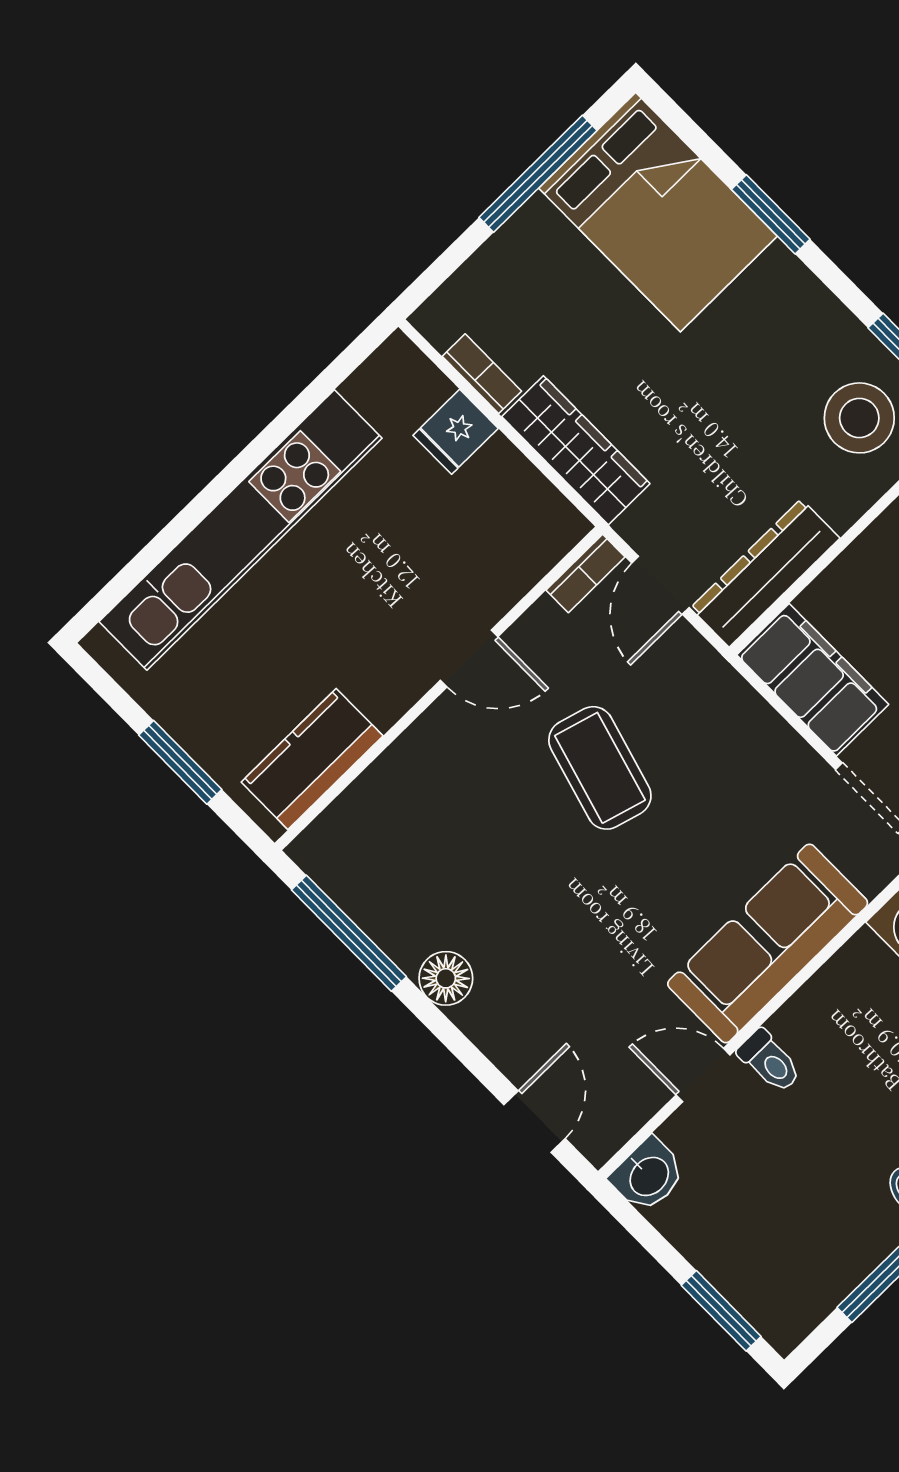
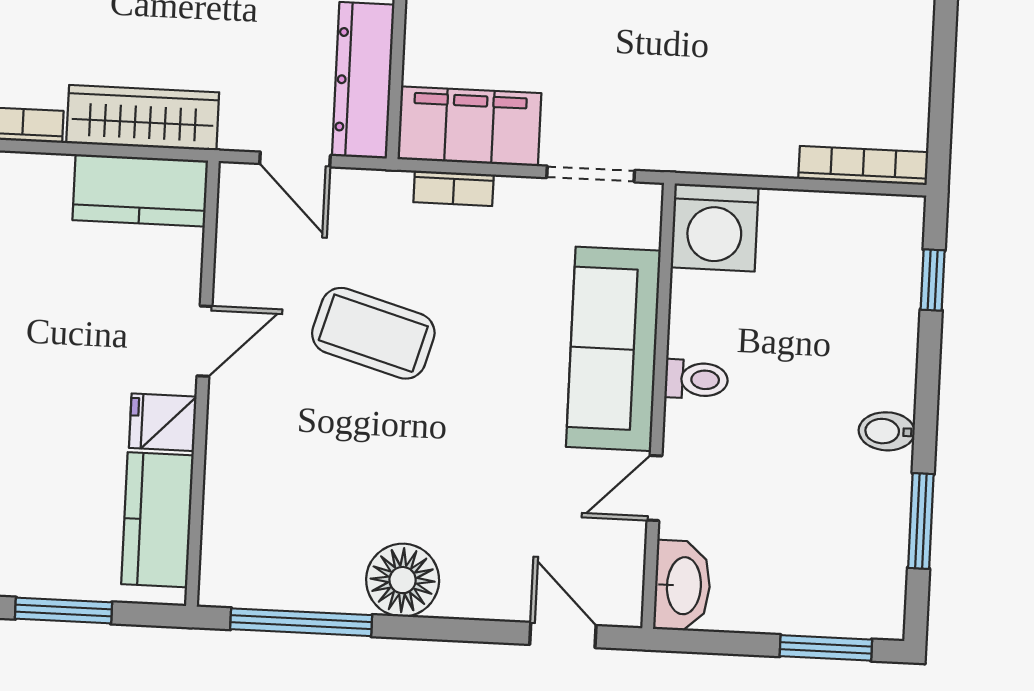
fridge: (456, 432) -> (163, 422), moved, turned 90
kitchen counter: (524, 502) -> (140, 190), added
bookcase: (585, 574) -> (454, 188), moved, turned 90
floor lamp: (446, 978) -> (403, 580), width x1.38, depth x1.38
toilet: (770, 1061) -> (696, 379), moved
washbasin: (648, 1175) -> (682, 586), width x1.38

